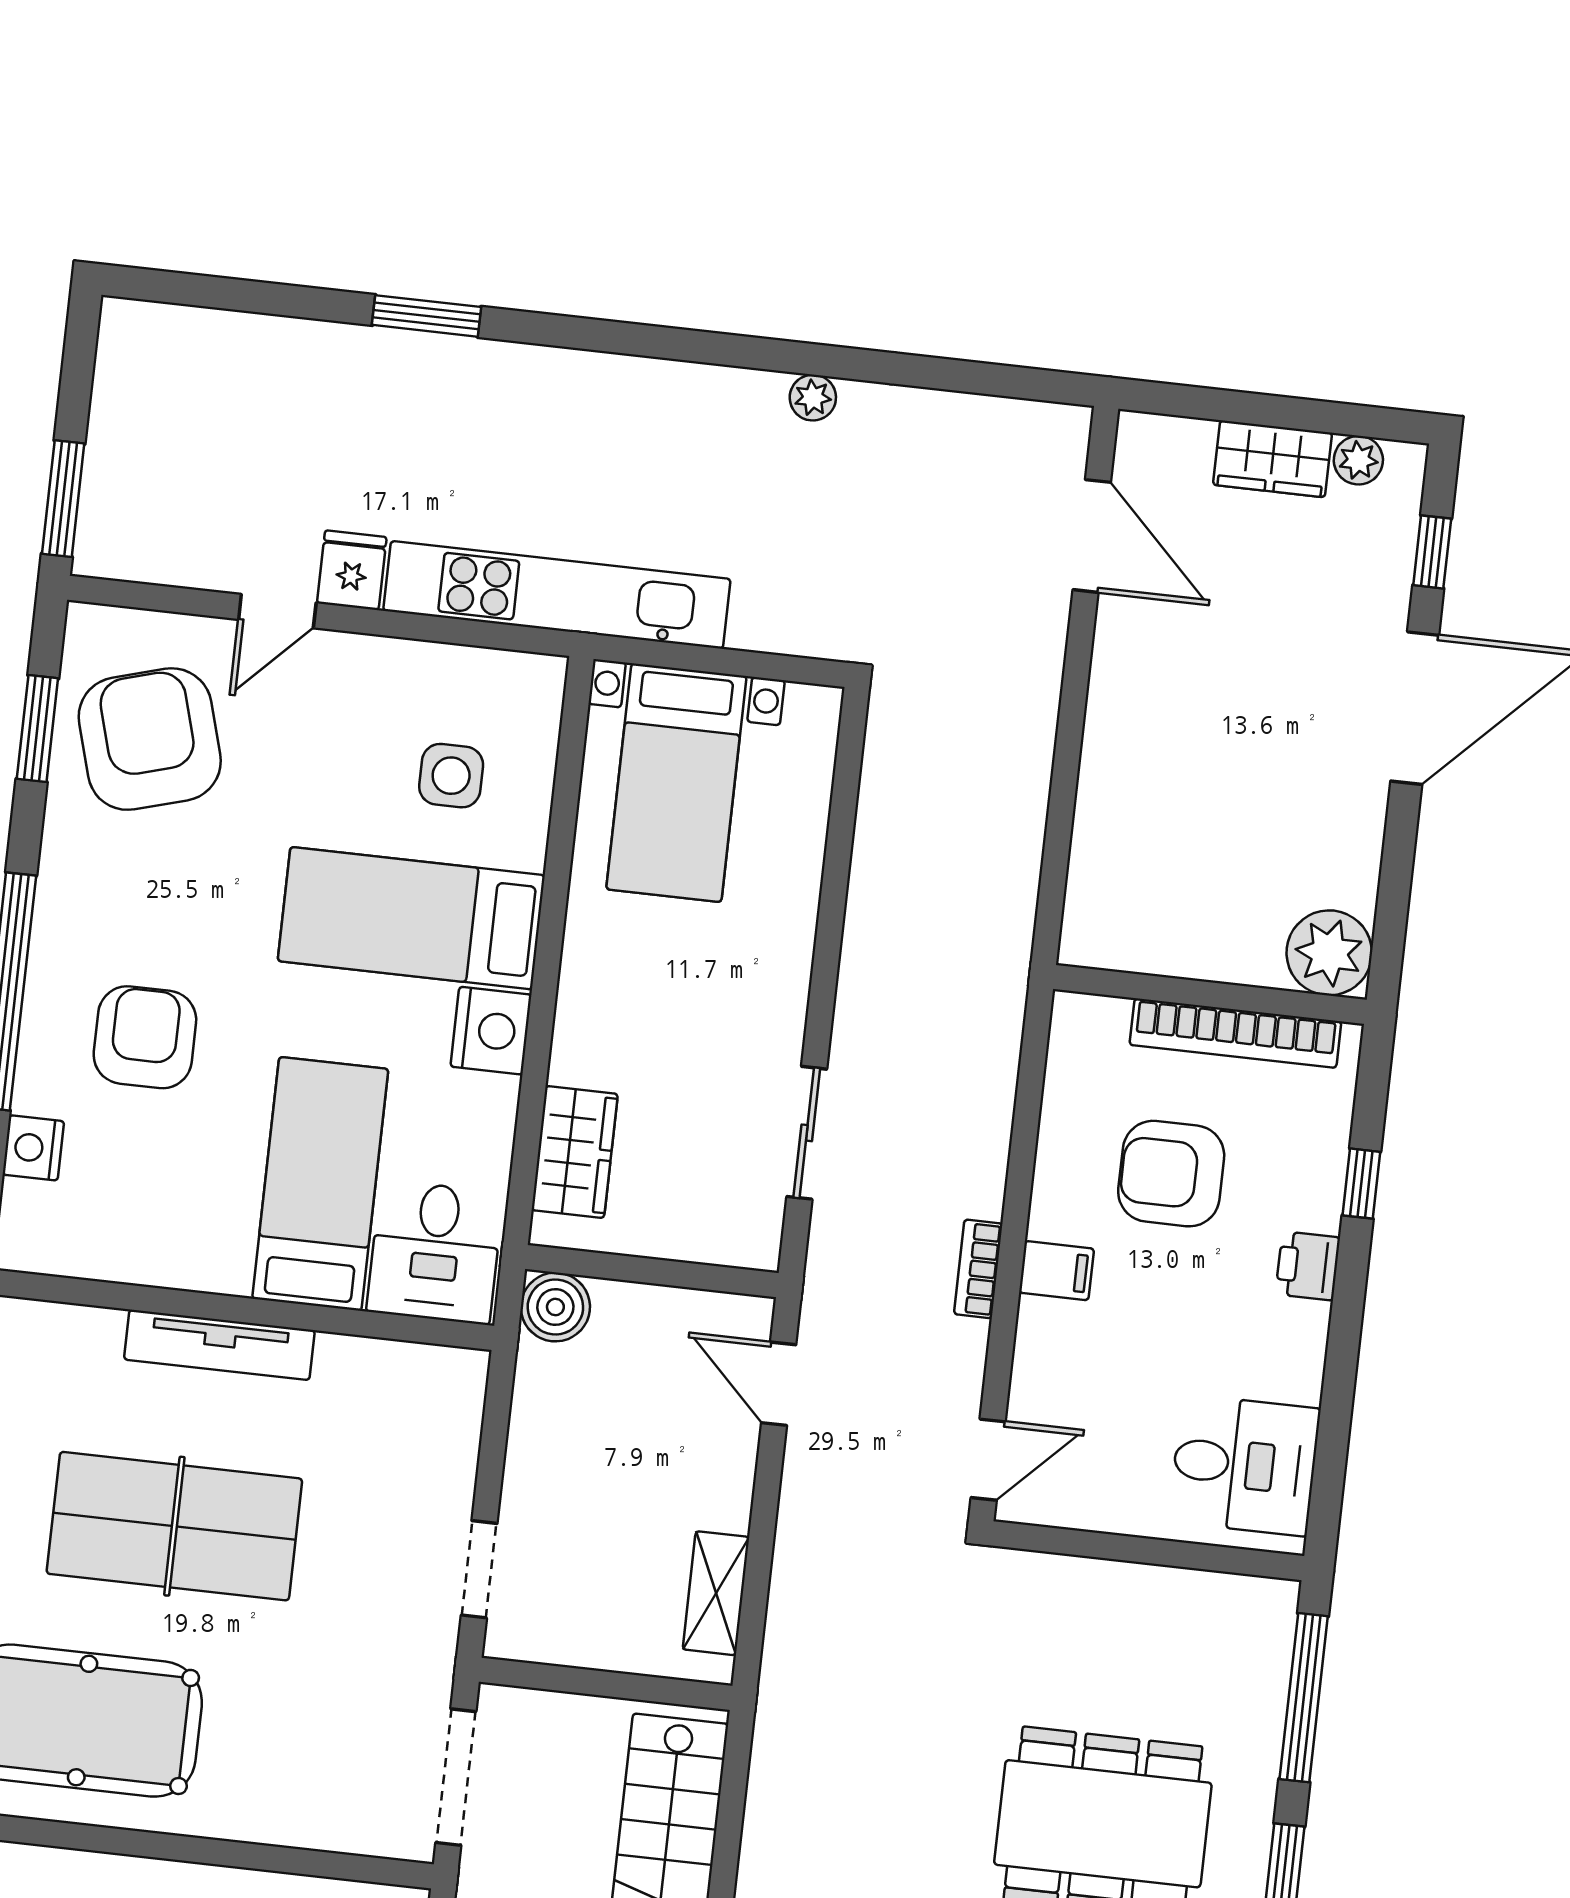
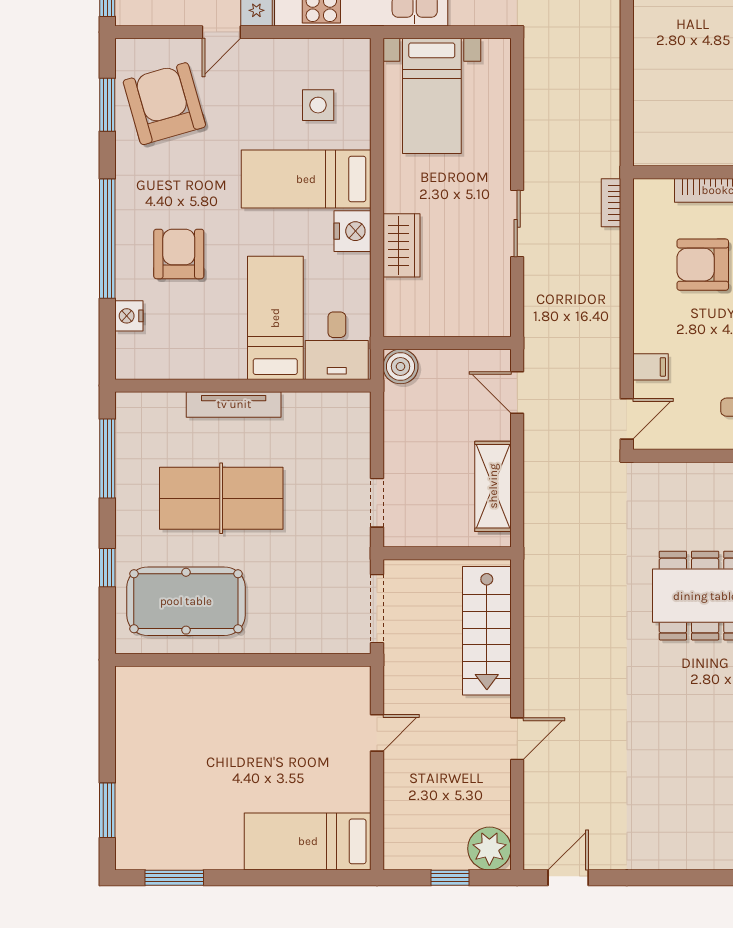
sliding door: (807, 1133) -> (517, 223), moved
wardrobe: (575, 1152) -> (401, 245), moved
bookcase: (978, 1269) -> (611, 203), moved
filing cabinet: (1057, 1271) -> (651, 367), moved
shelving: (716, 1593) -> (493, 486), width x1.50, depth x1.33

